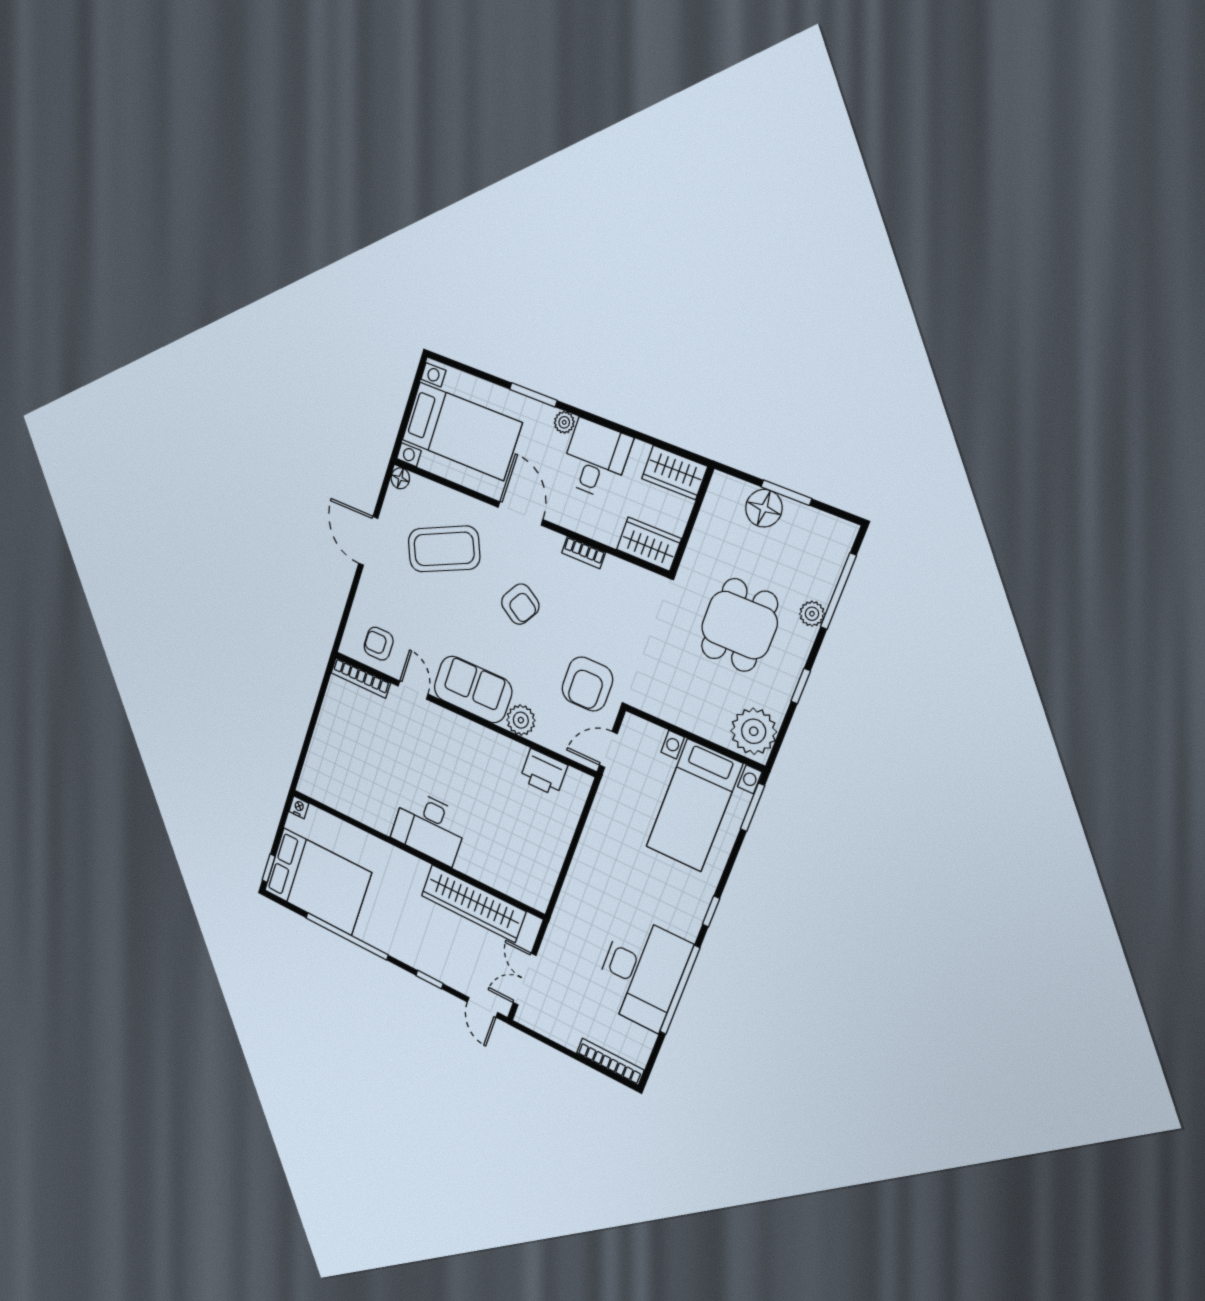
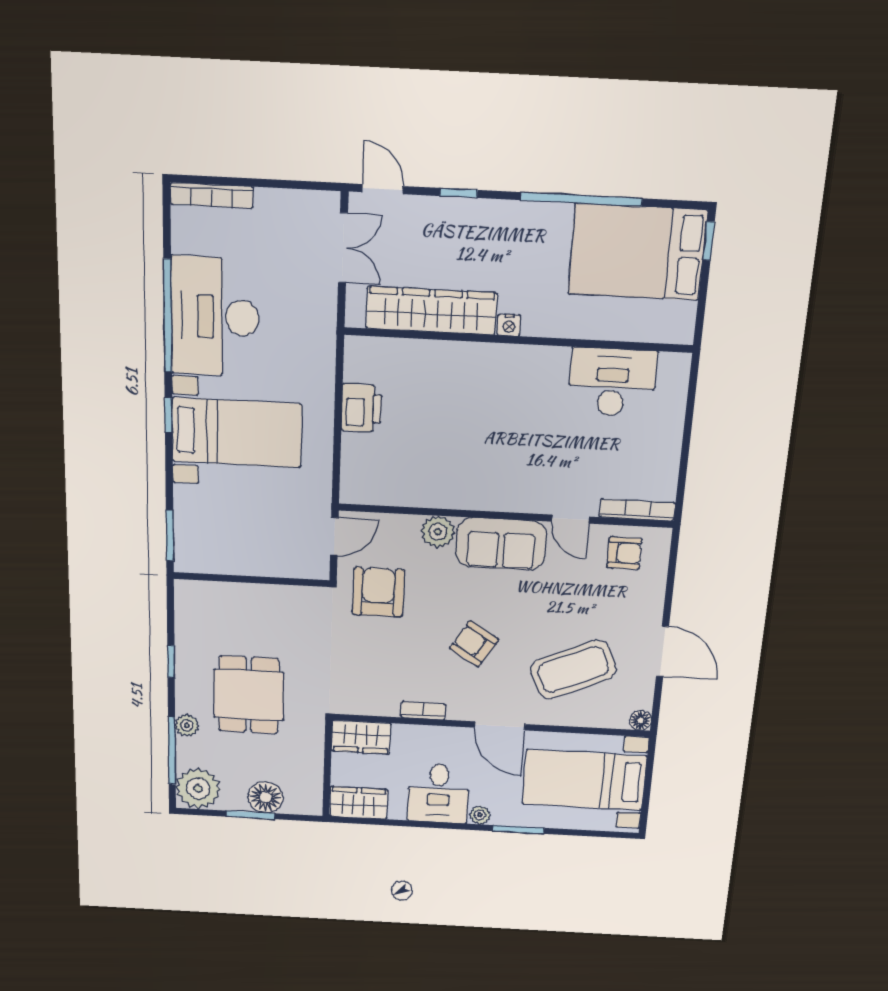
plant: (754, 731) -> (198, 788), moved
printer: (544, 772) -> (362, 408), moved, turned 90
bed with nightstands: (694, 805) -> (237, 433), moved, turned 90
nightstand: (299, 807) -> (509, 325), moved
desk: (429, 827) -> (612, 382), moved

